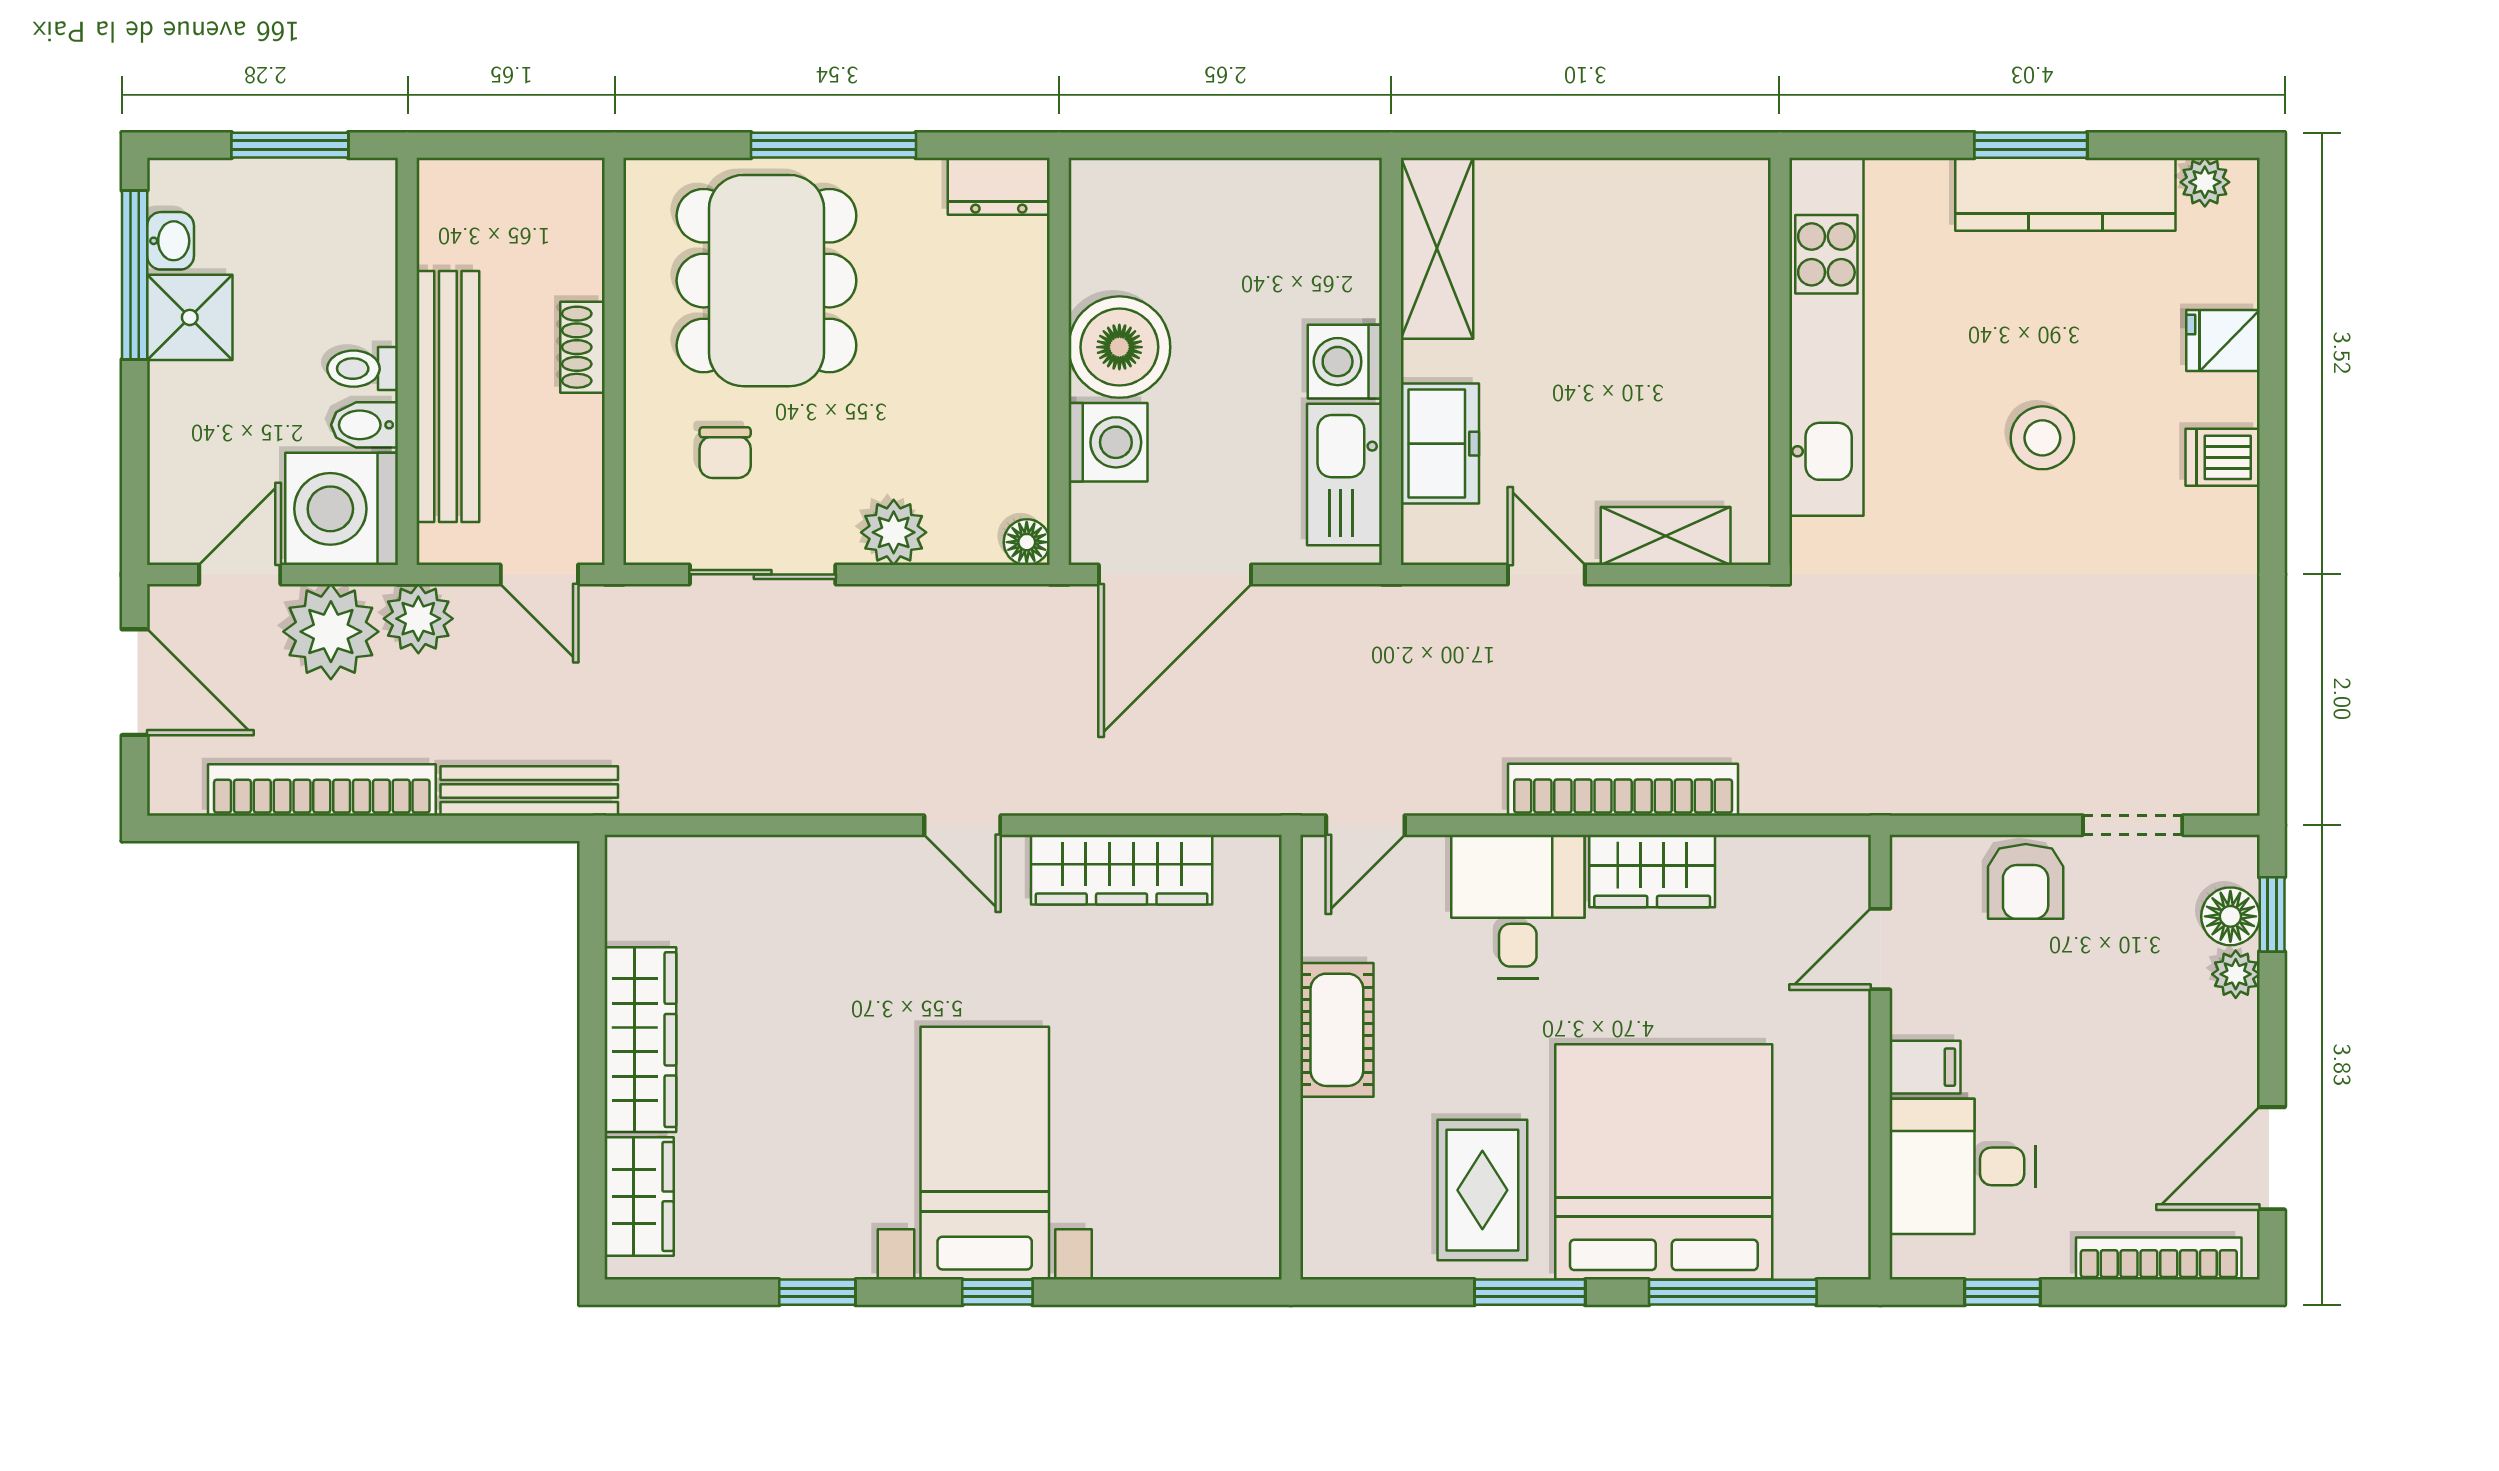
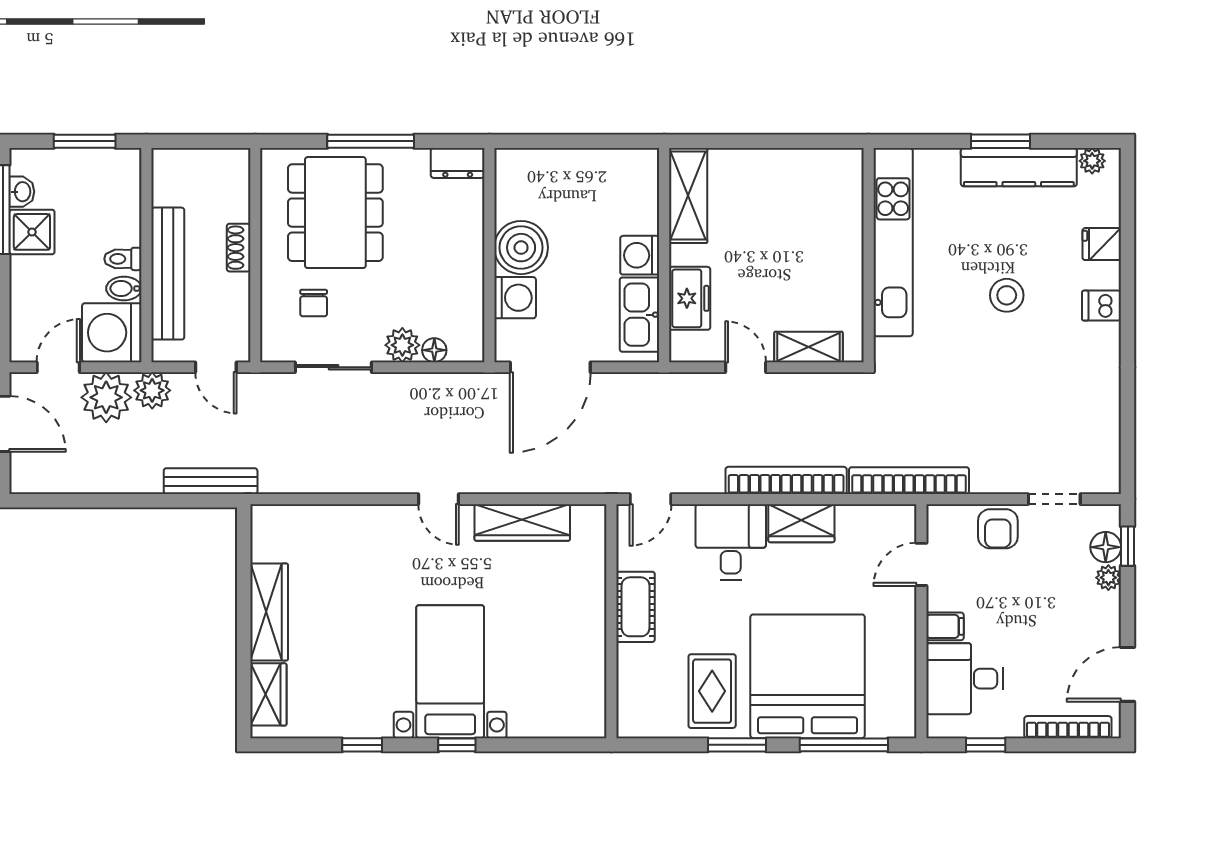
floor lamp: (1027, 542) -> (434, 350), moved
bookcase: (322, 790) -> (909, 481), moved

